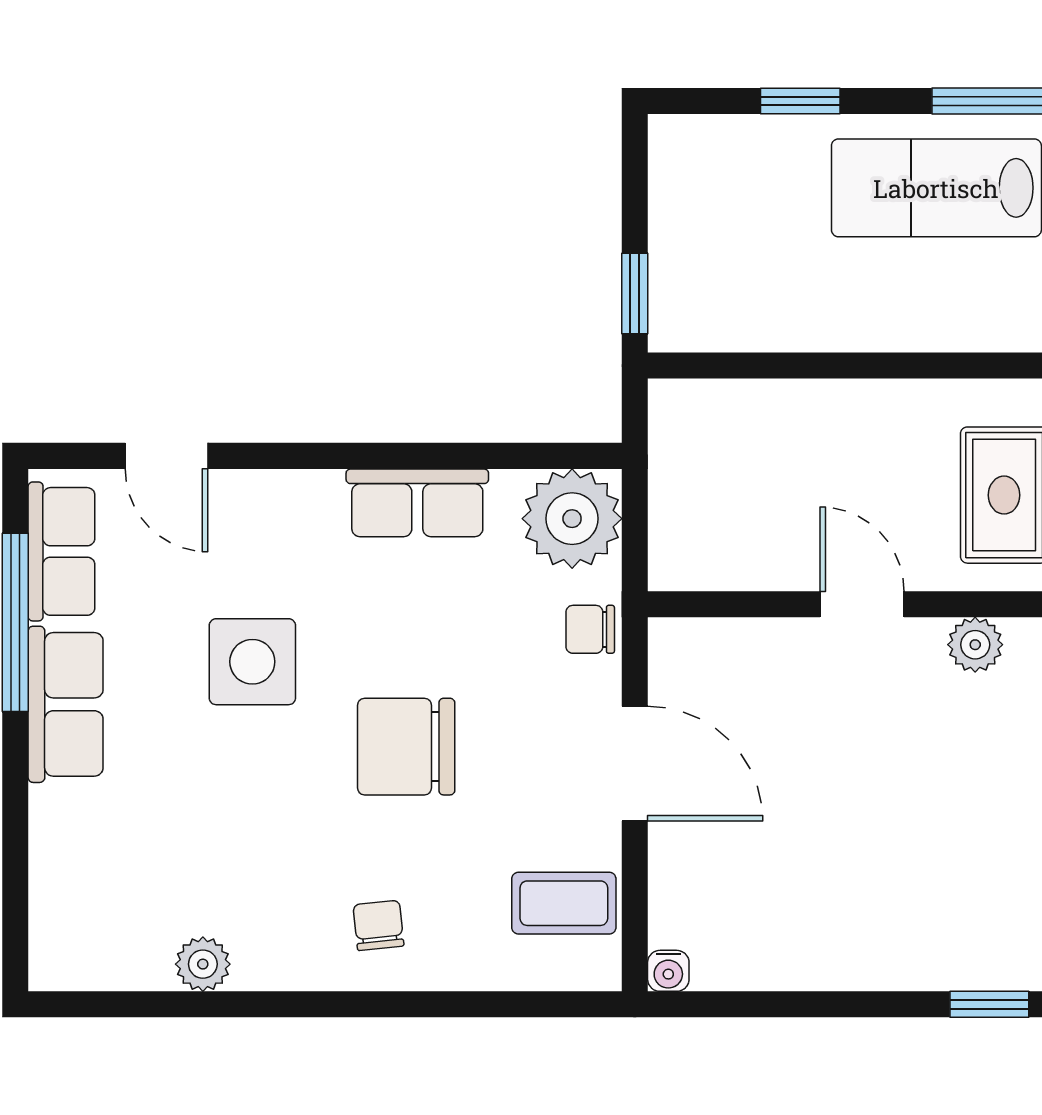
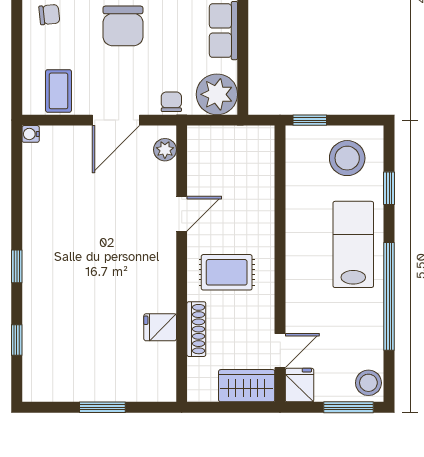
stool: (727, 203) -> (347, 158), added
plant: (975, 645) -> (165, 150), moved
chair: (406, 747) -> (123, 26), turned 180

